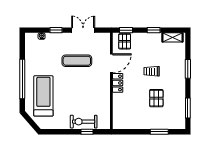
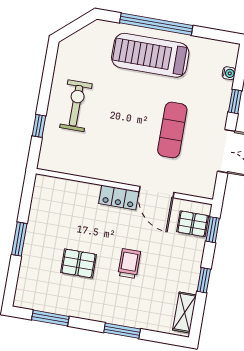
treadmill: (43, 96) -> (150, 55), moved, turned 180
exercise bike: (84, 122) -> (76, 106), moved
window: (159, 132) -> (19, 239), moved

